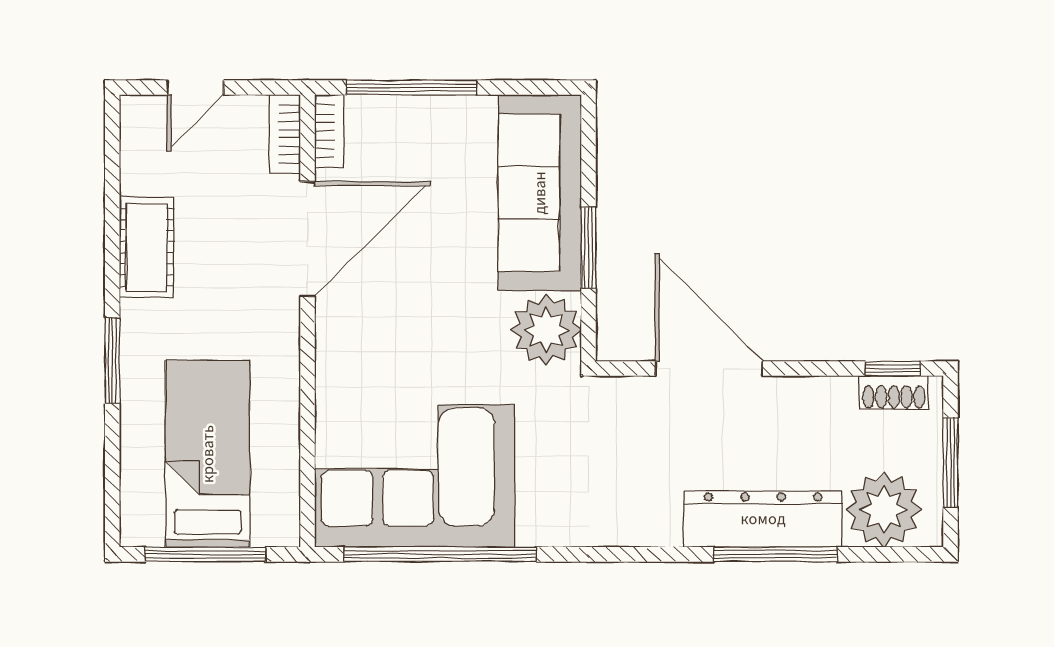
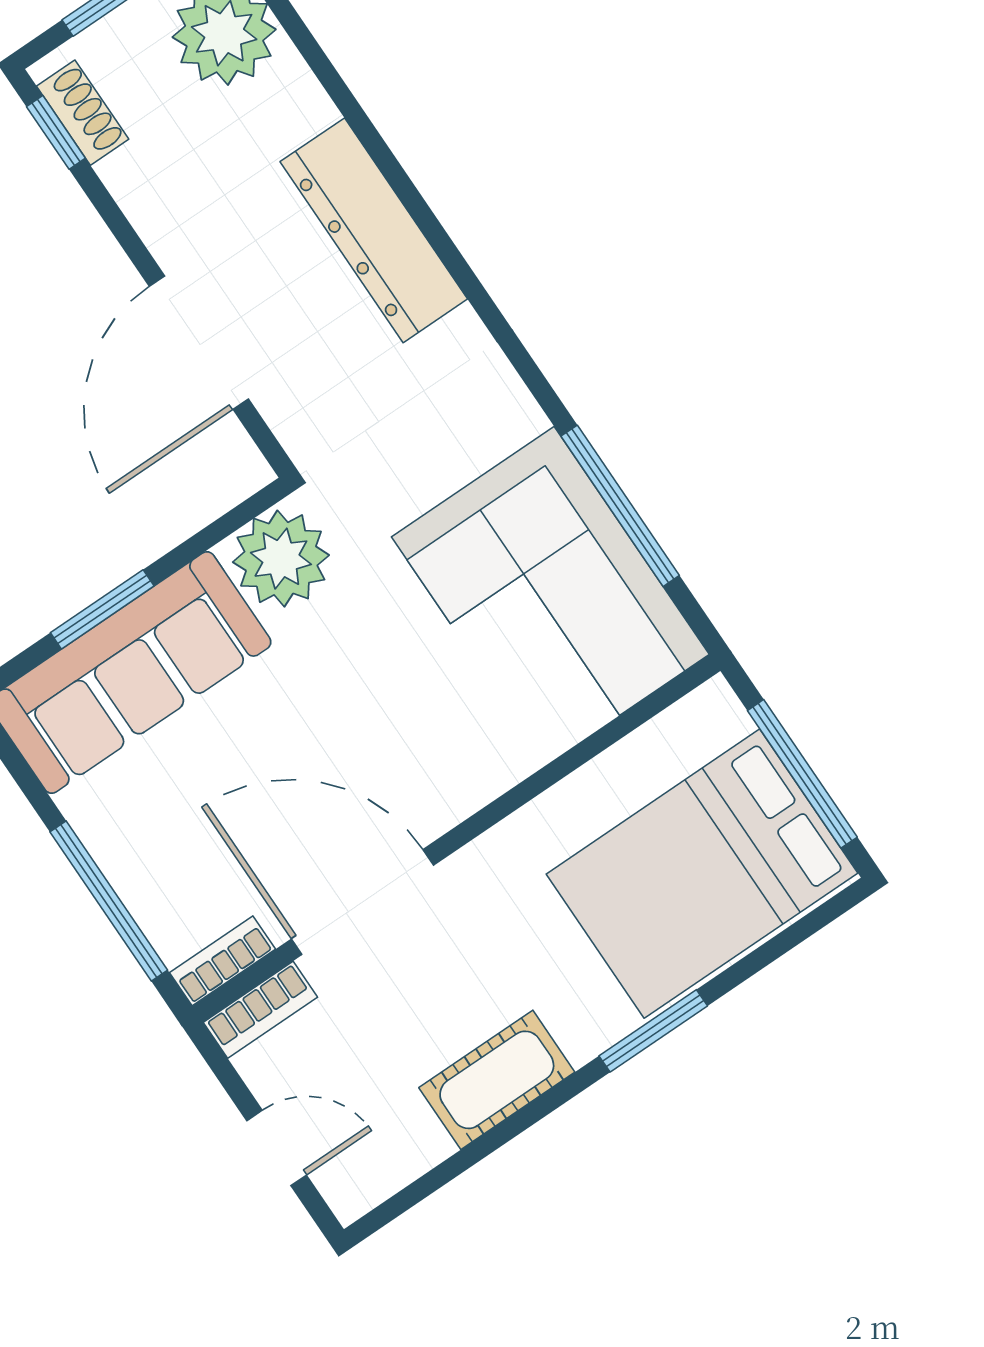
window: (589, 248) -> (102, 609), moved
bed: (208, 454) -> (702, 874), width x1.50
dresser: (763, 519) -> (374, 230), moved
window: (440, 554) -> (620, 506), width x0.68
window: (775, 554) -> (360, 122), removed

